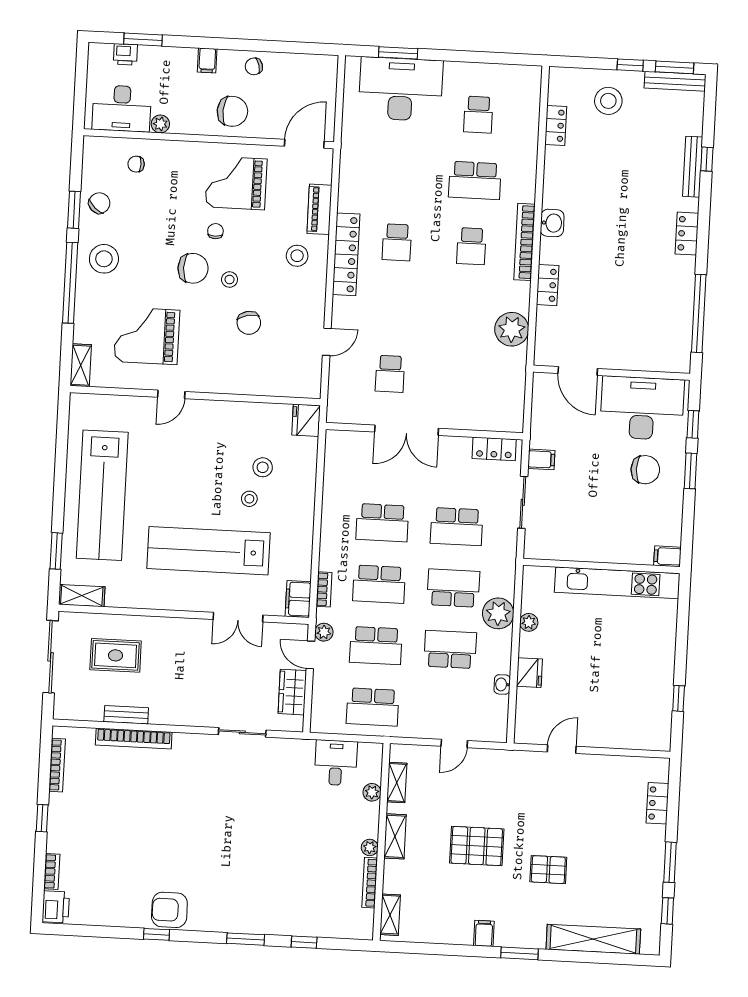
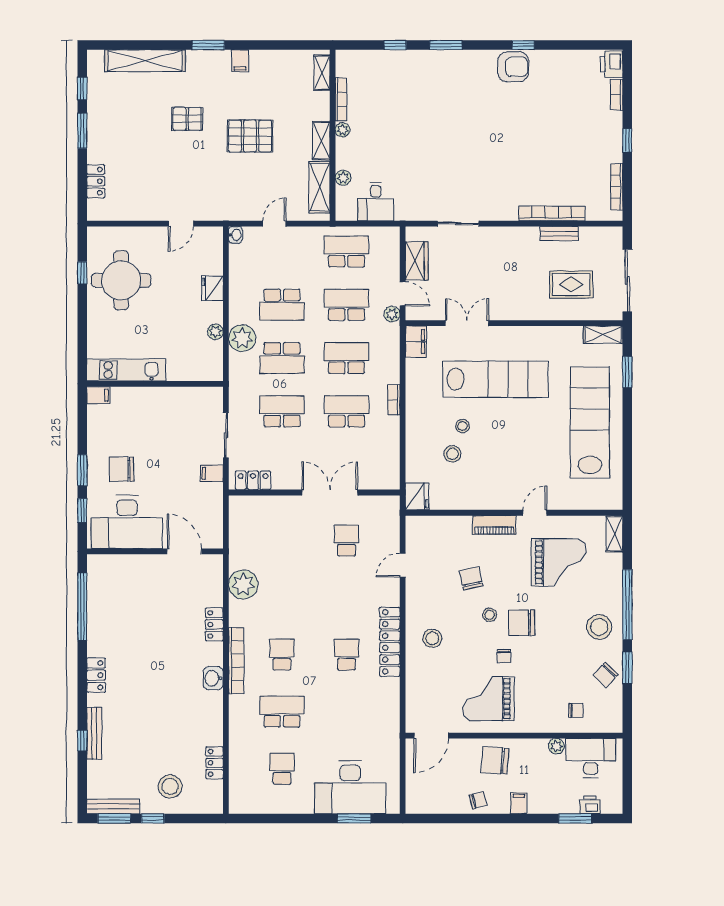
grand piano: (236, 183) -> (488, 699), turned 180
piano: (319, 209) -> (494, 525), moved, turned 90
kitchen unit: (617, 583) -> (126, 370), width x0.73
bookcase: (324, 589) -> (394, 400), moved
washbasin: (502, 684) -> (235, 235), moved
round table: (634, 687) -> (121, 280), added
shelving: (397, 783) -> (320, 187), width x1.50, depth x1.33

